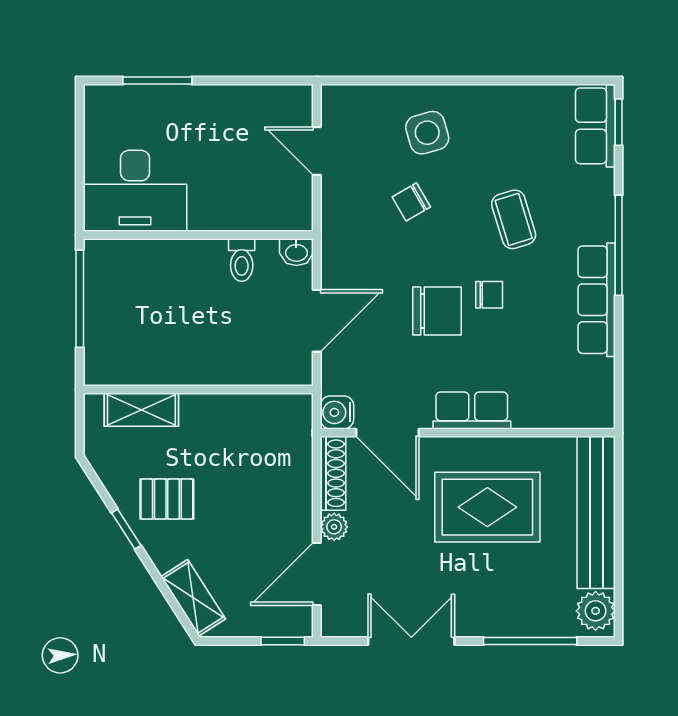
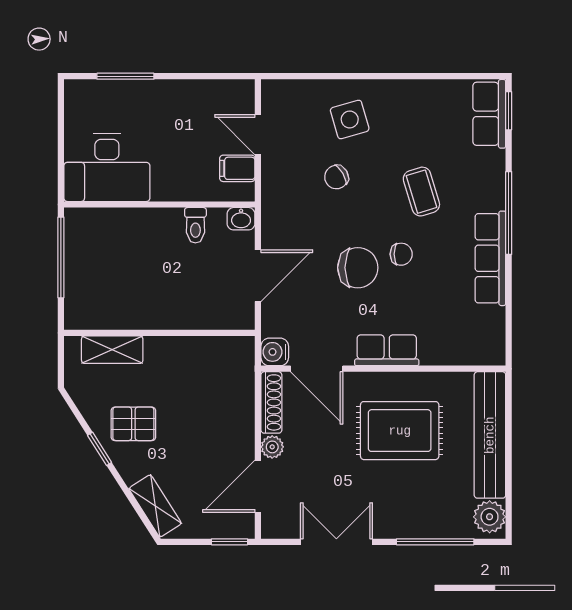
filing cabinet: (292, 191) -> (237, 168), added

